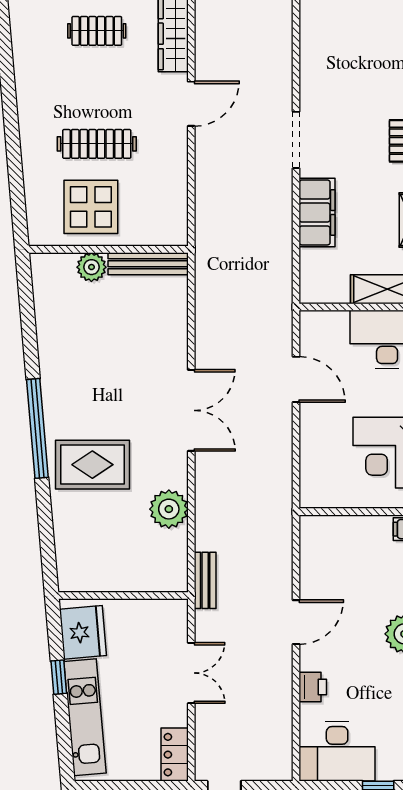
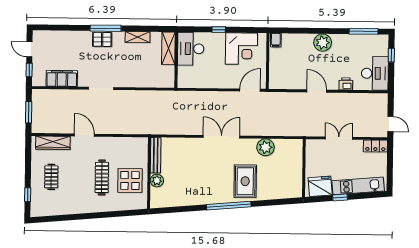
filing cabinet: (317, 212) -> (62, 78), moved
door: (296, 379) -> (250, 90), moved
bench: (205, 580) -> (298, 131), removed

